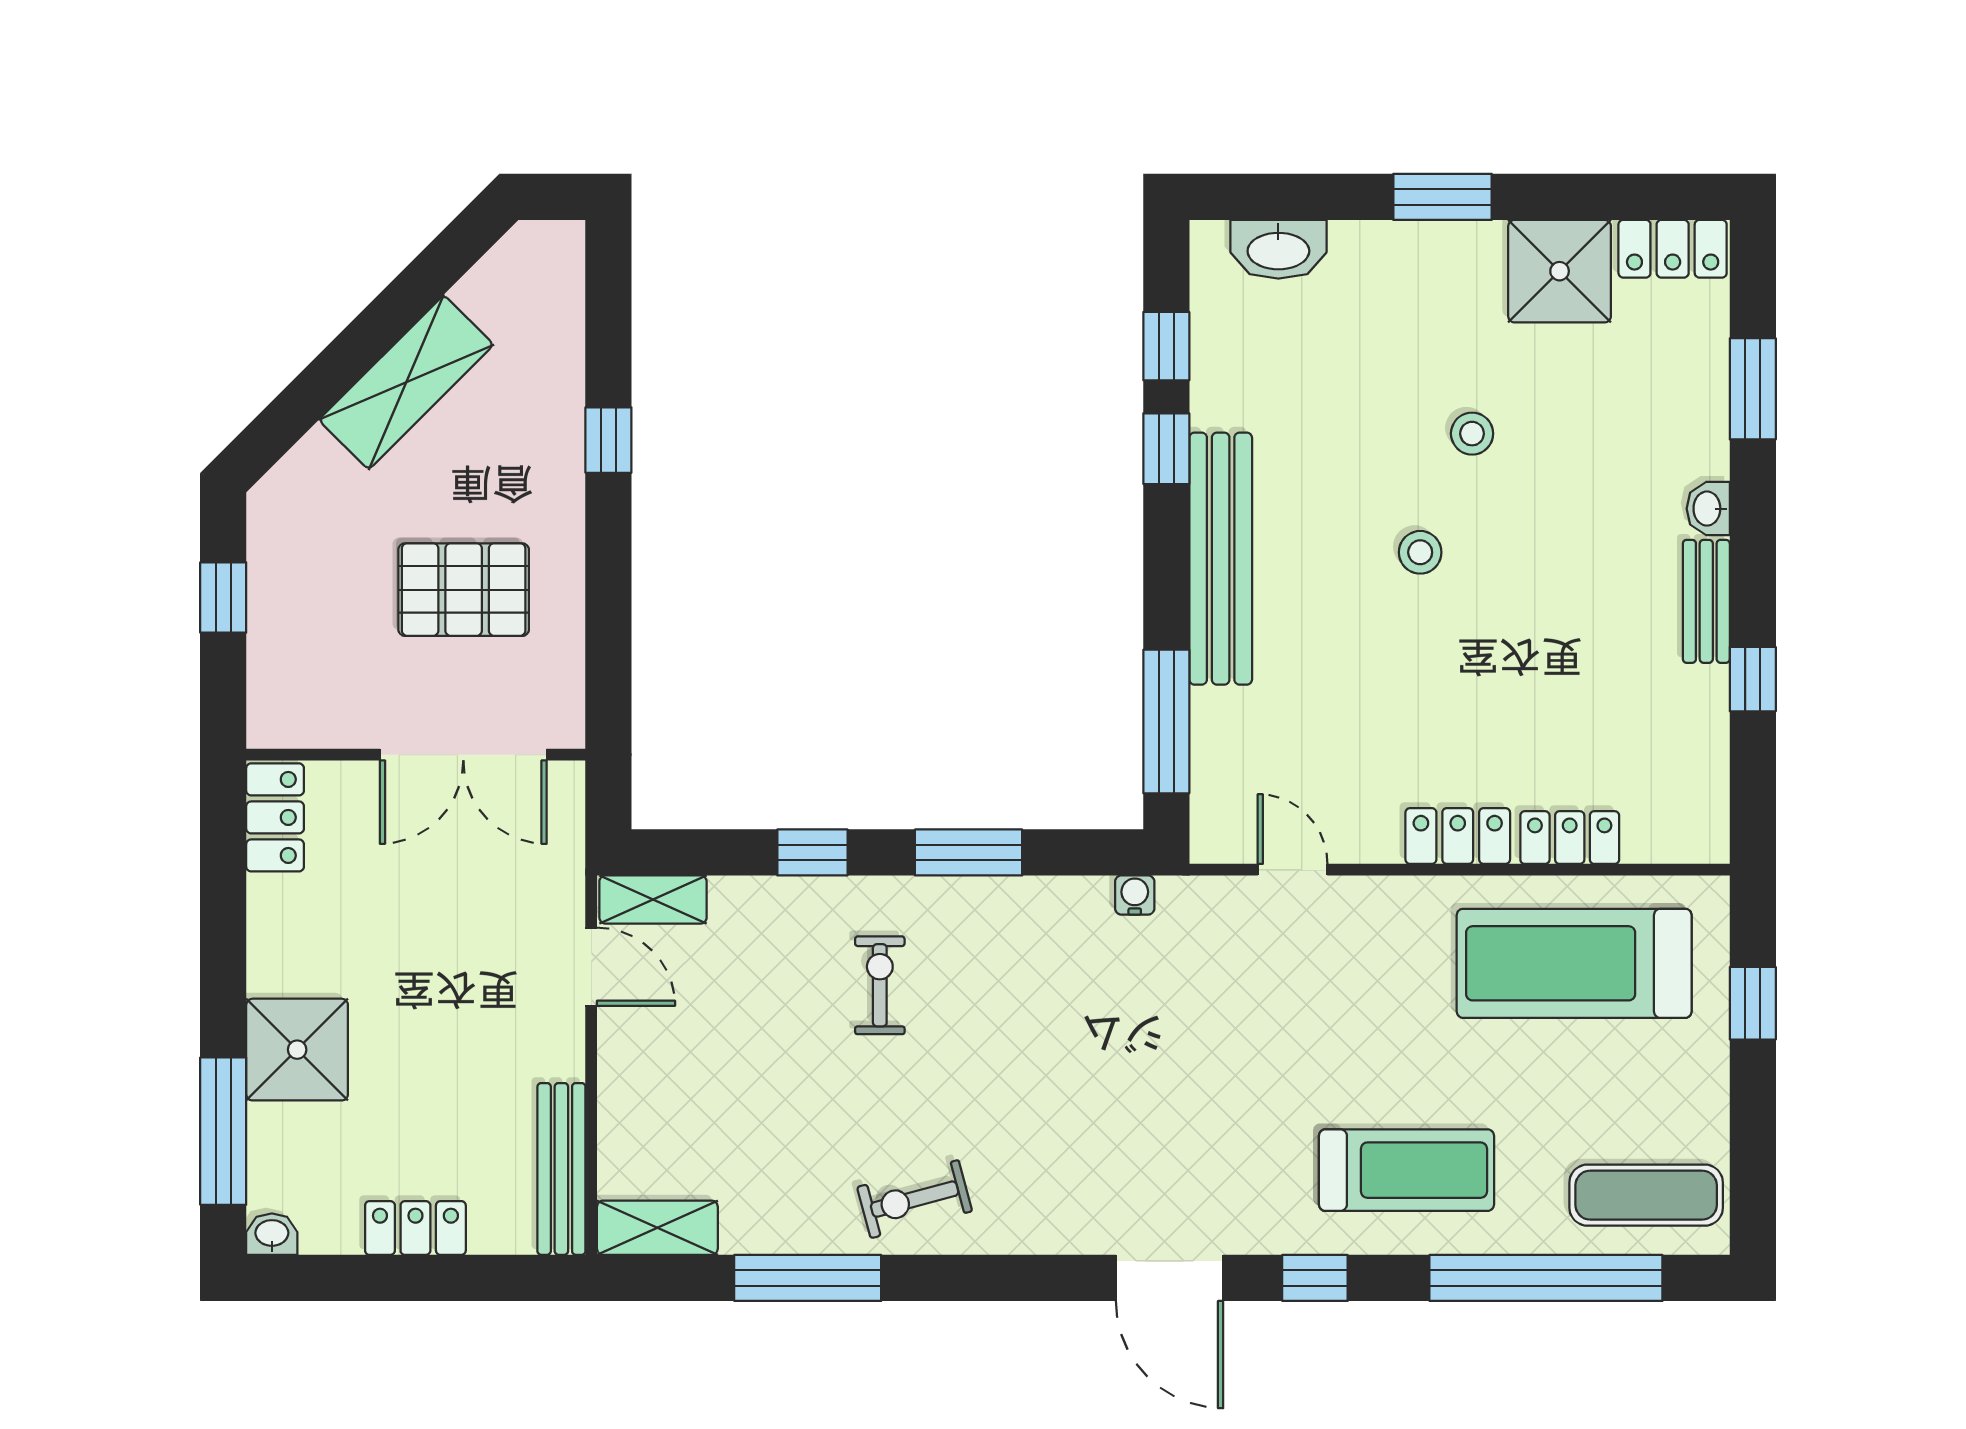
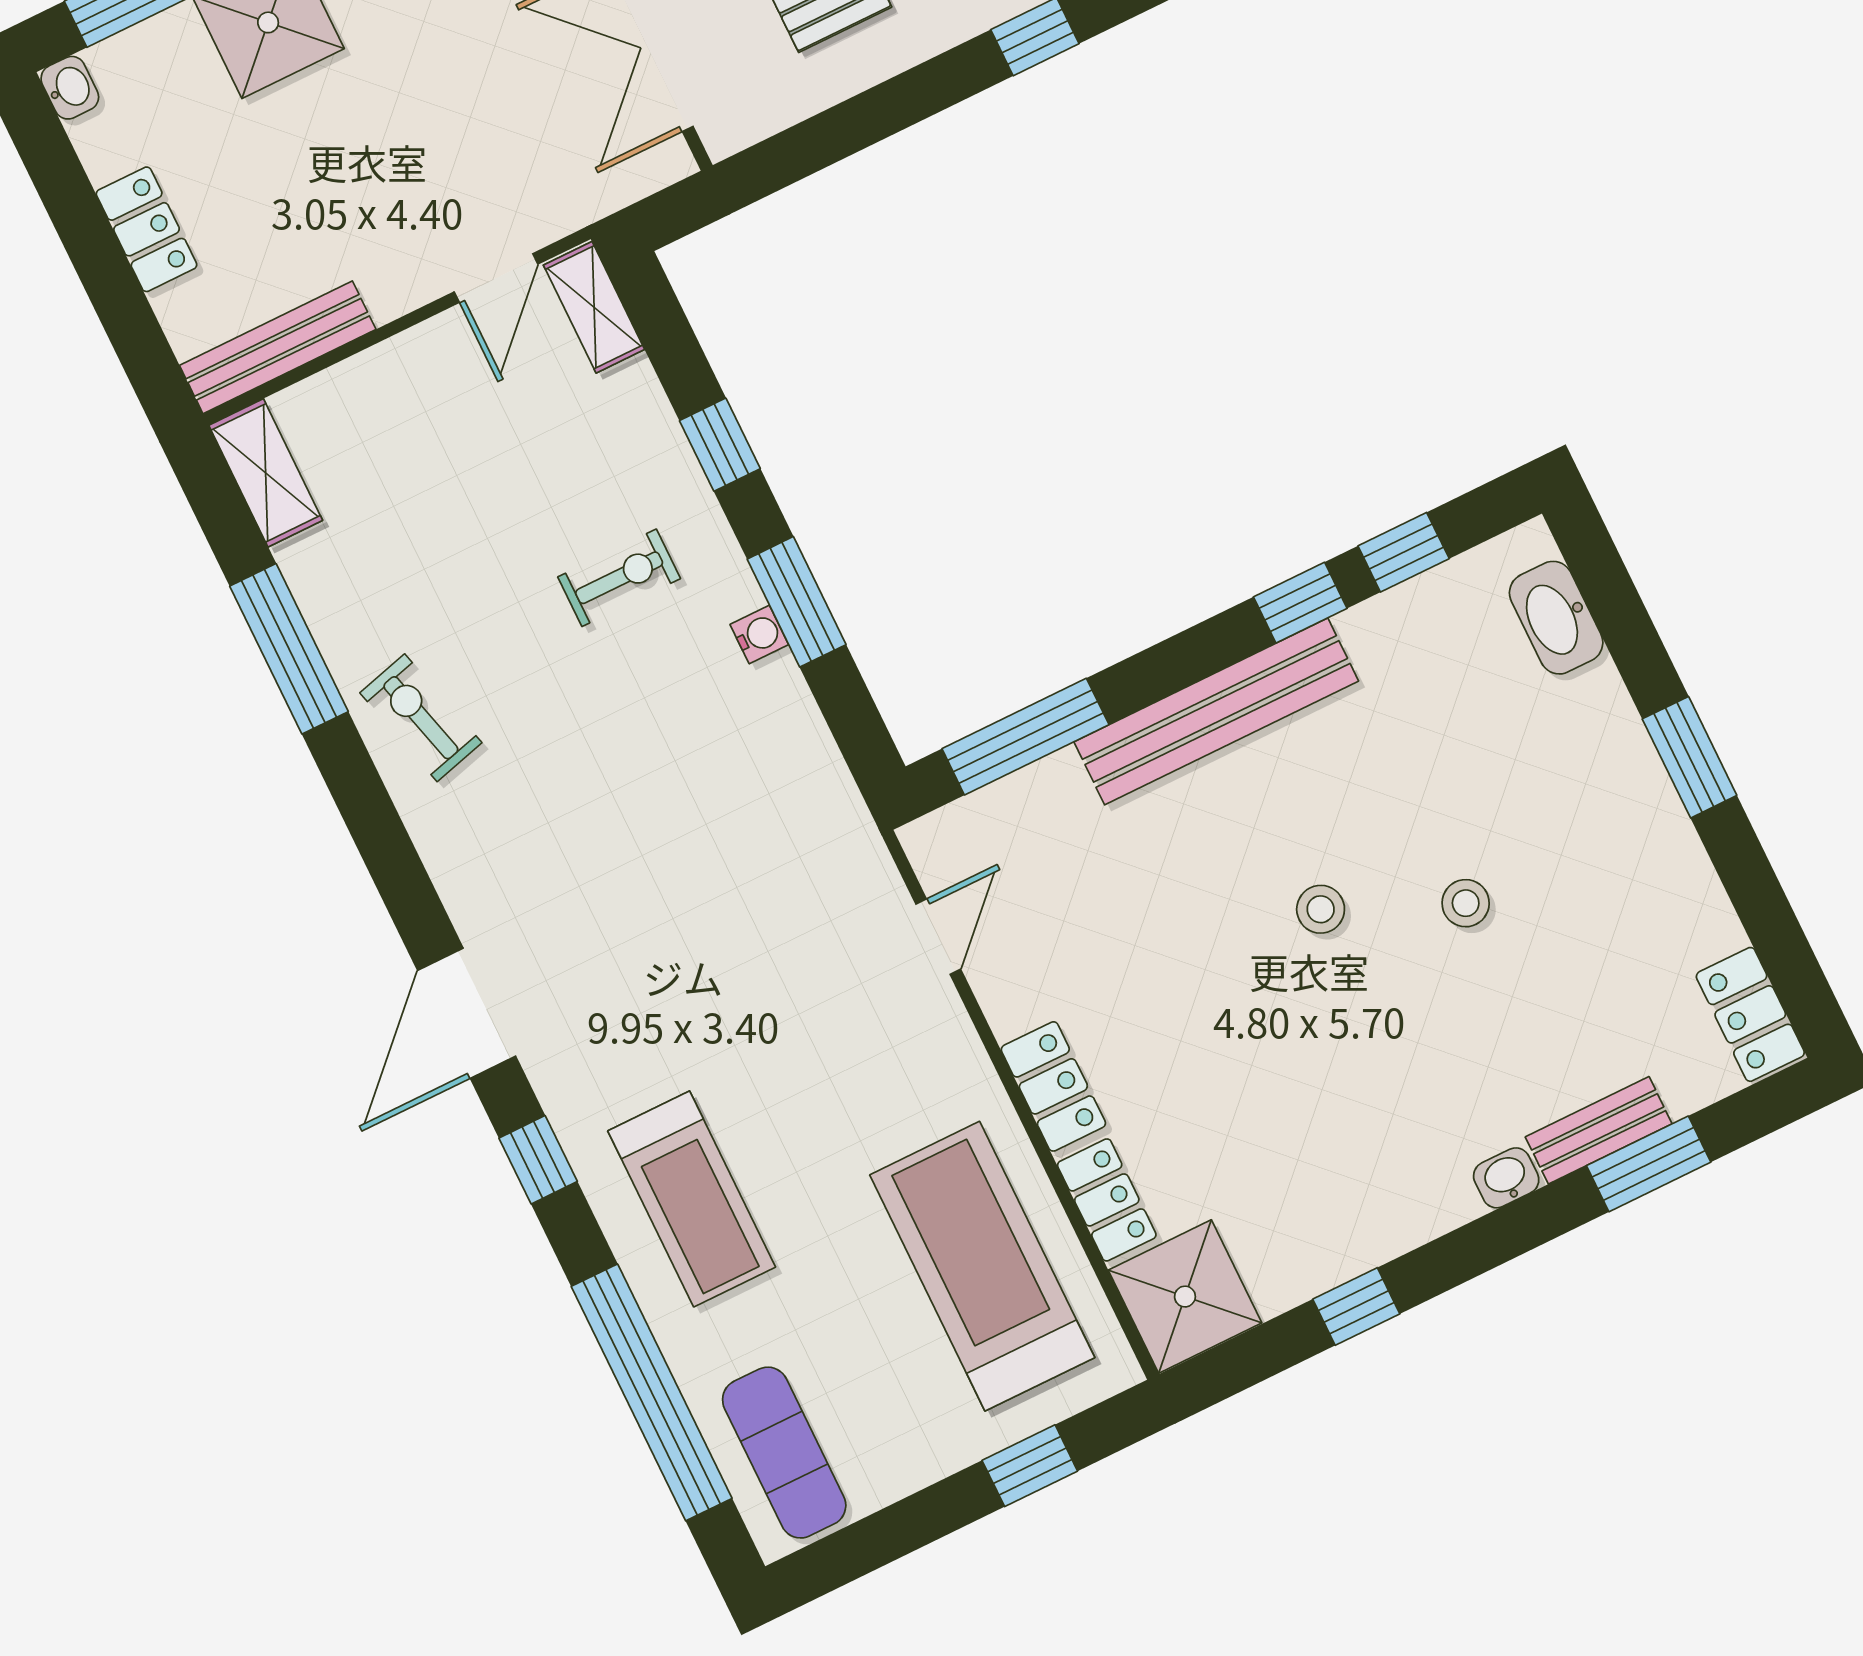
shower: (1560, 271) -> (1185, 1297), moved
bench: (1706, 601) -> (1599, 1130), moved
water cooler: (1135, 895) -> (759, 635), moved

